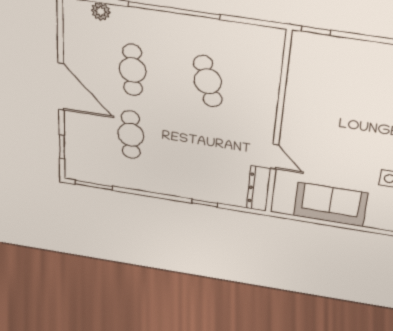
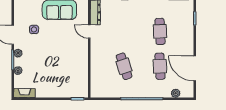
door: (61, 87) -> (195, 68), moved

